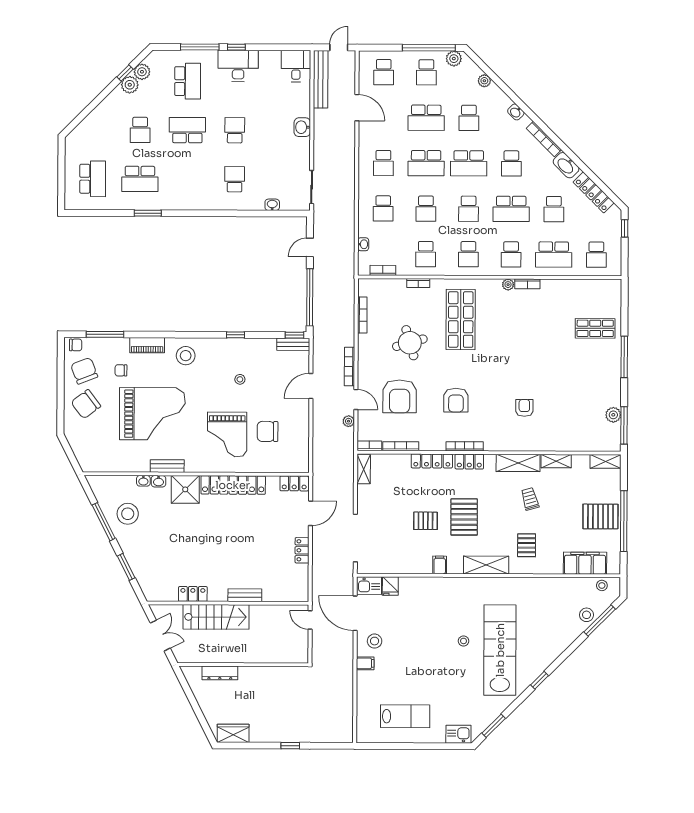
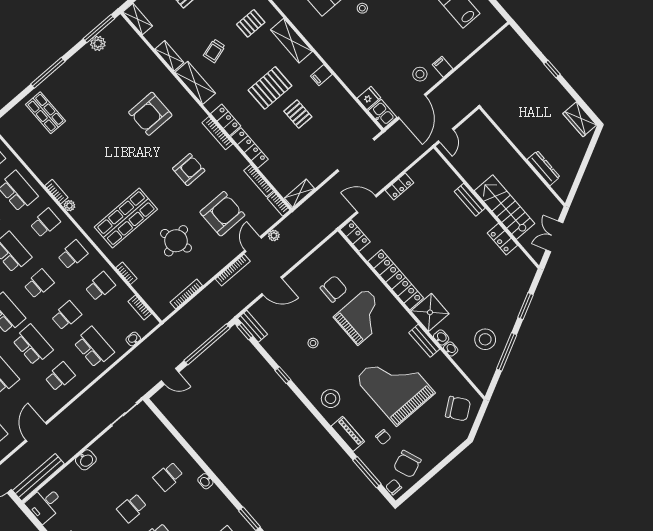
washbasin: (272, 205) -> (205, 481), moved
school desk: (383, 208) -> (94, 347), width x1.85
chair: (86, 404) -> (458, 409), moved
armchair: (524, 408) -> (150, 114), width x1.88, depth x1.88
chair: (268, 431) -> (334, 289), turned -90

